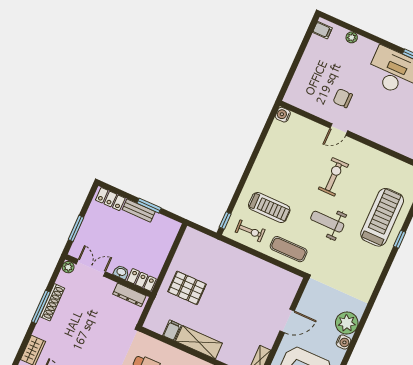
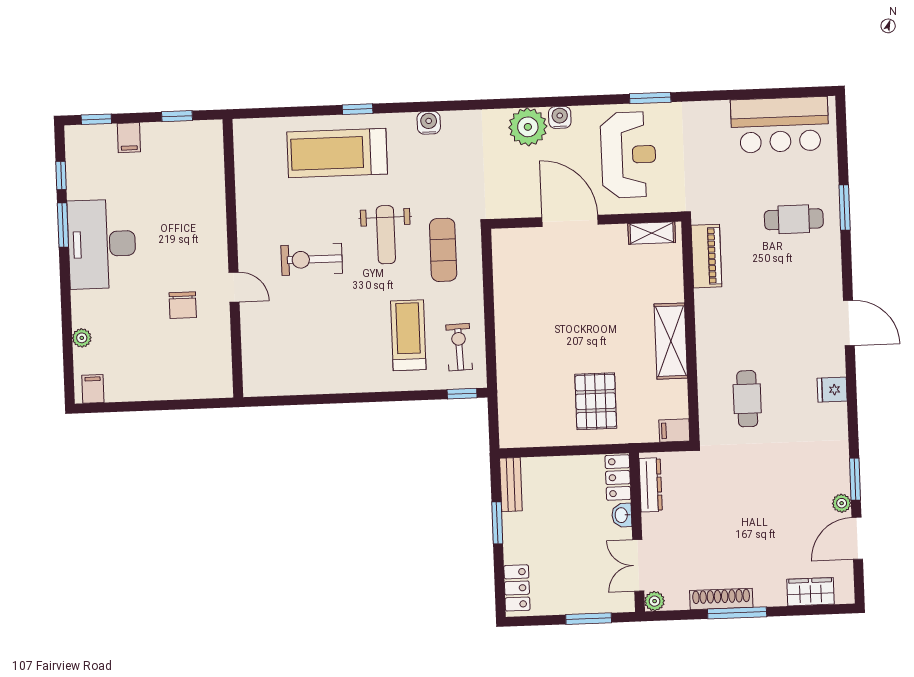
water cooler: (283, 115) -> (429, 123), moved, turned 180
bench: (139, 211) -> (511, 485), moved
exercise mat: (289, 249) -> (443, 250), moved
door: (287, 321) -> (570, 221), width x1.36
filing cabinet: (172, 330) -> (674, 430), moved

